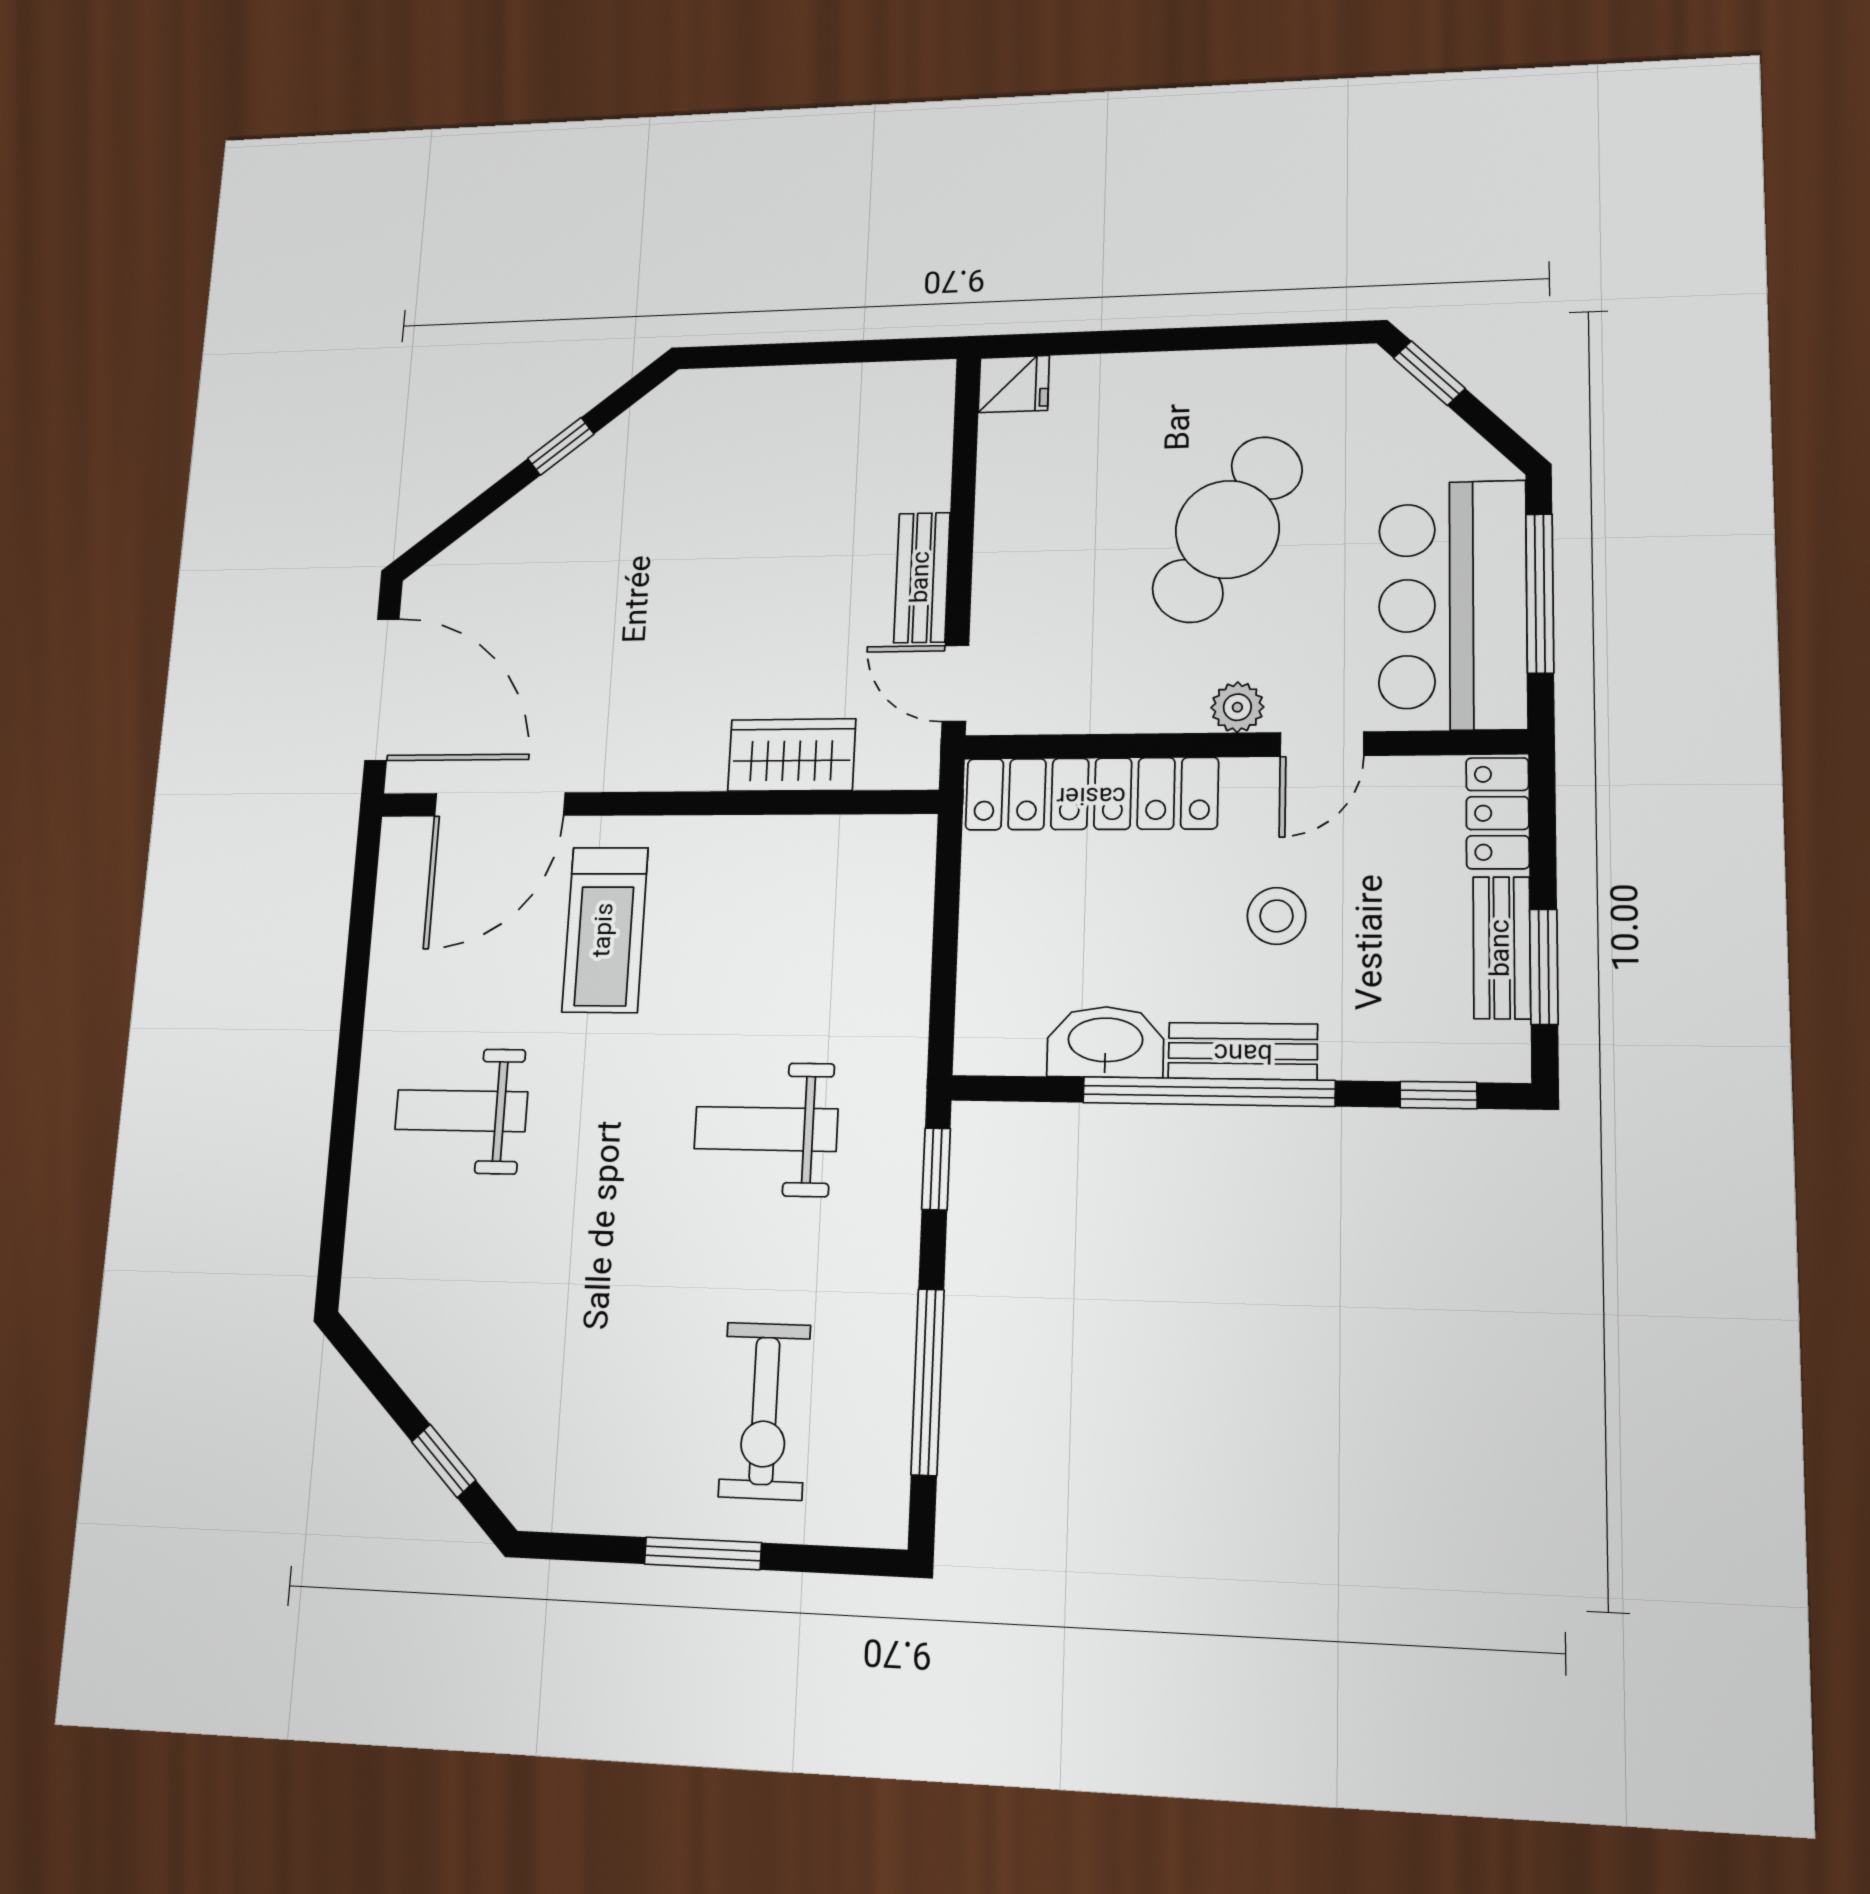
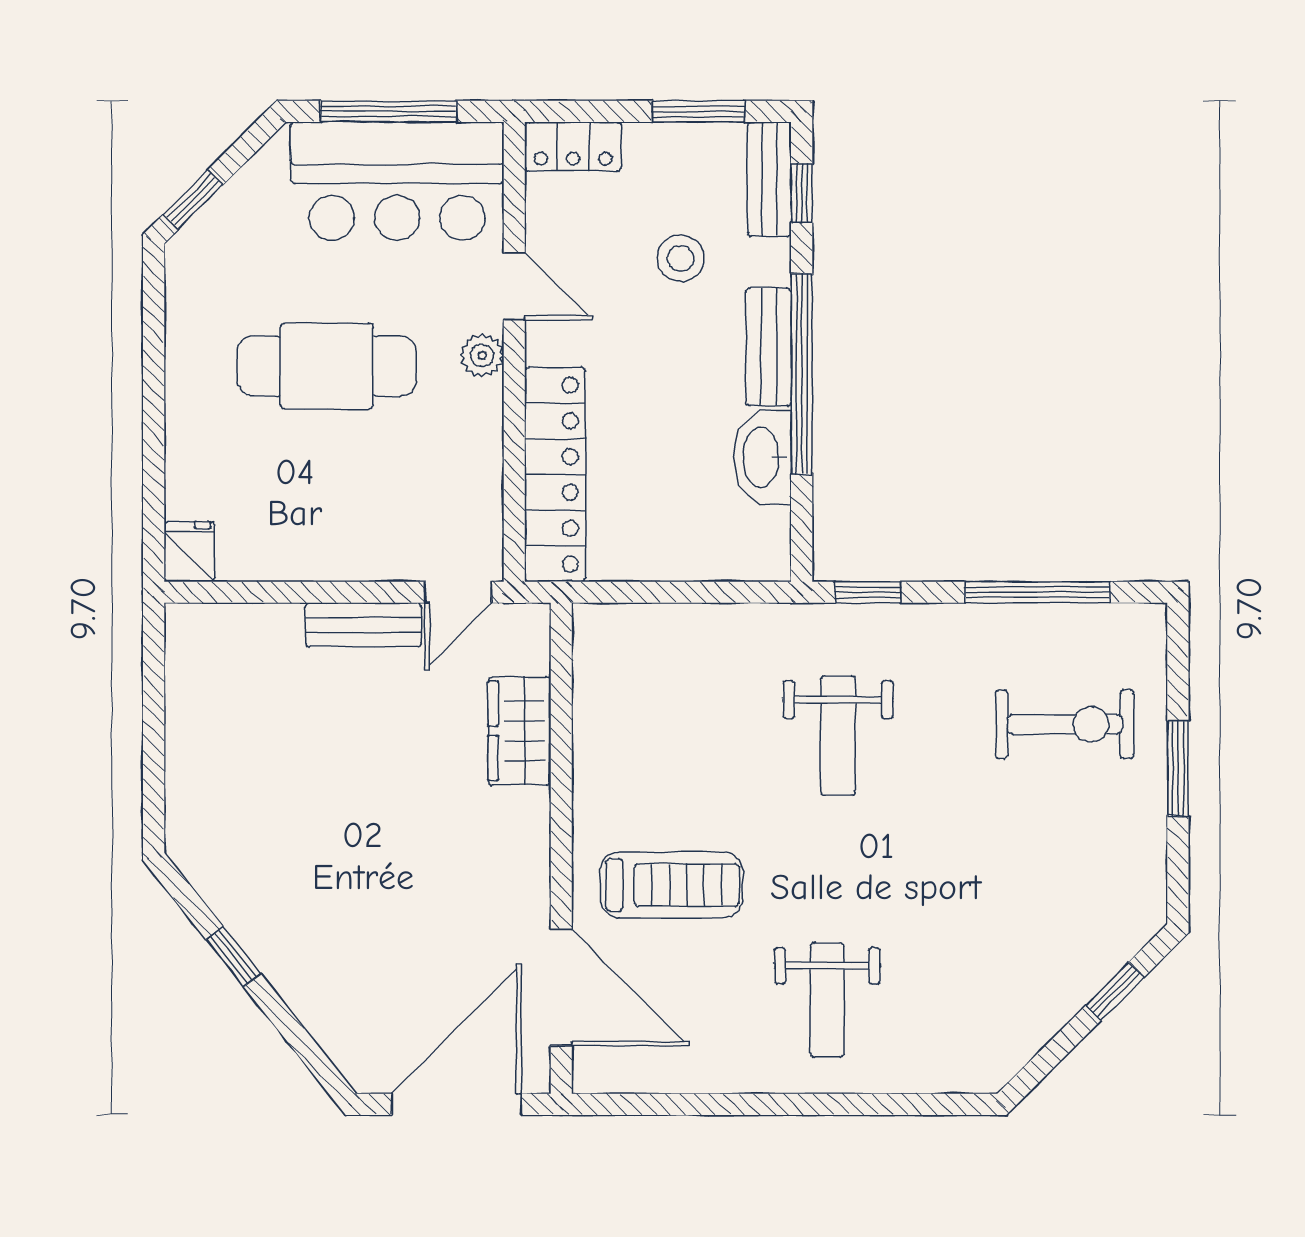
cafe table: (1227, 529) -> (327, 366), turned -31
stool: (1277, 916) -> (681, 258), moved
bench: (1502, 948) -> (769, 179), moved, turned 90

